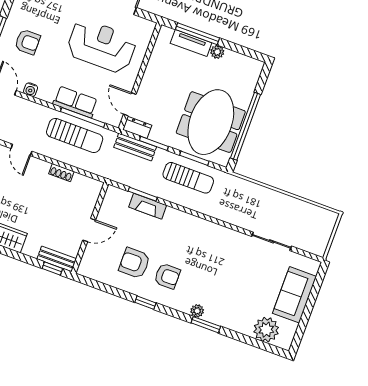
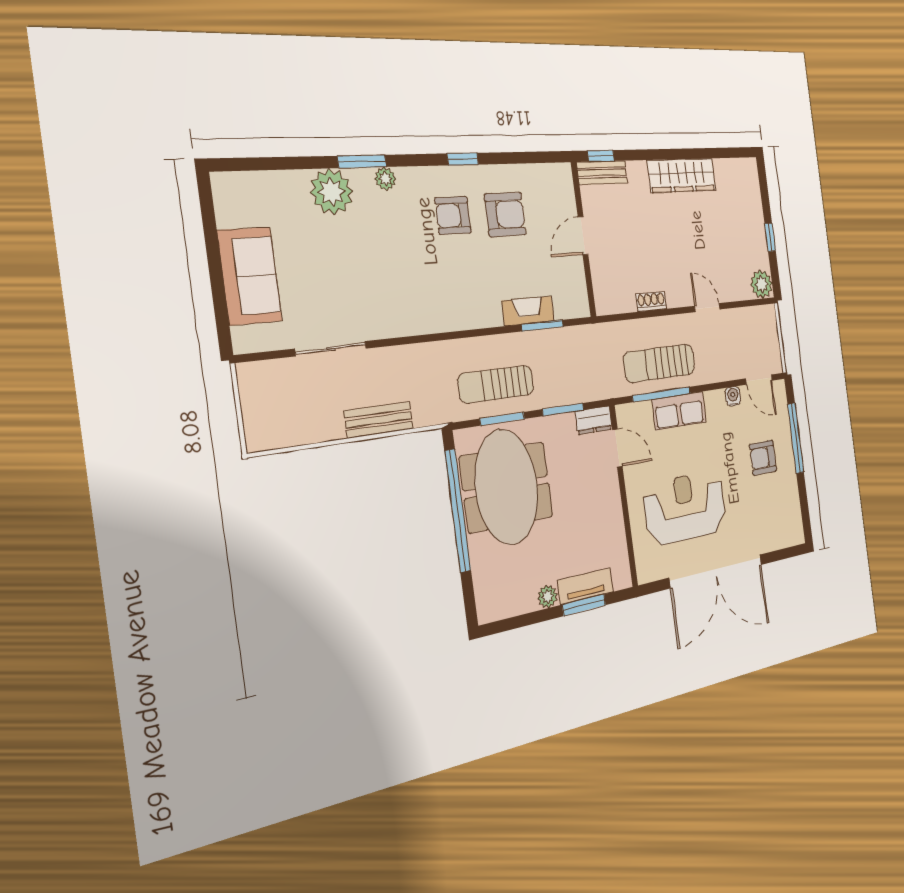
window: (197, 34) -> (584, 605), width x0.69
reception desk: (101, 46) -> (685, 508), turned 180
bench: (135, 147) -> (379, 420), moved
plant: (266, 330) -> (332, 192), moved

